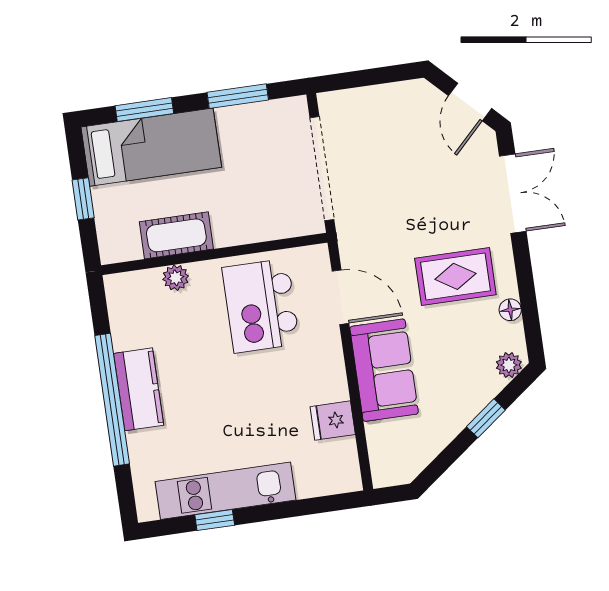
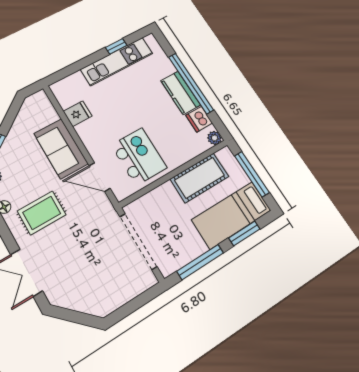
window: (238, 96) -> (200, 262), width x1.44
door: (470, 102) -> (71, 316), removed
window: (83, 199) -> (252, 174), width x2.17
cot: (176, 235) -> (199, 178), width x1.37, depth x1.34
plant: (176, 278) -> (214, 138), moved
dishwasher: (128, 329) -> (199, 119), added

